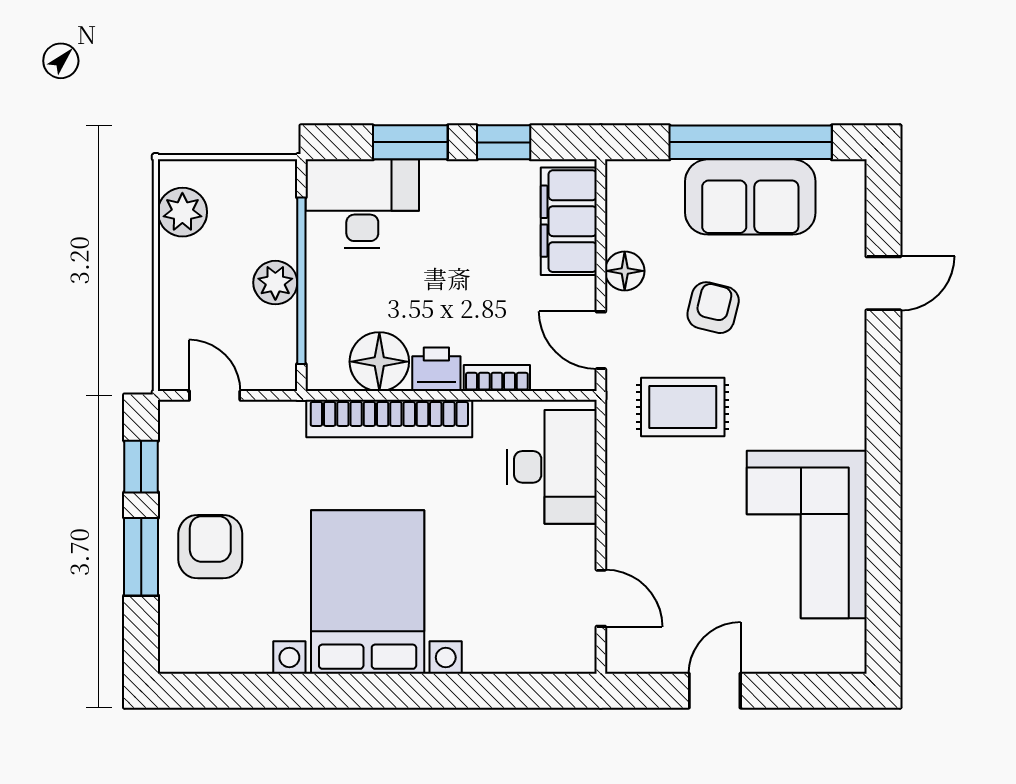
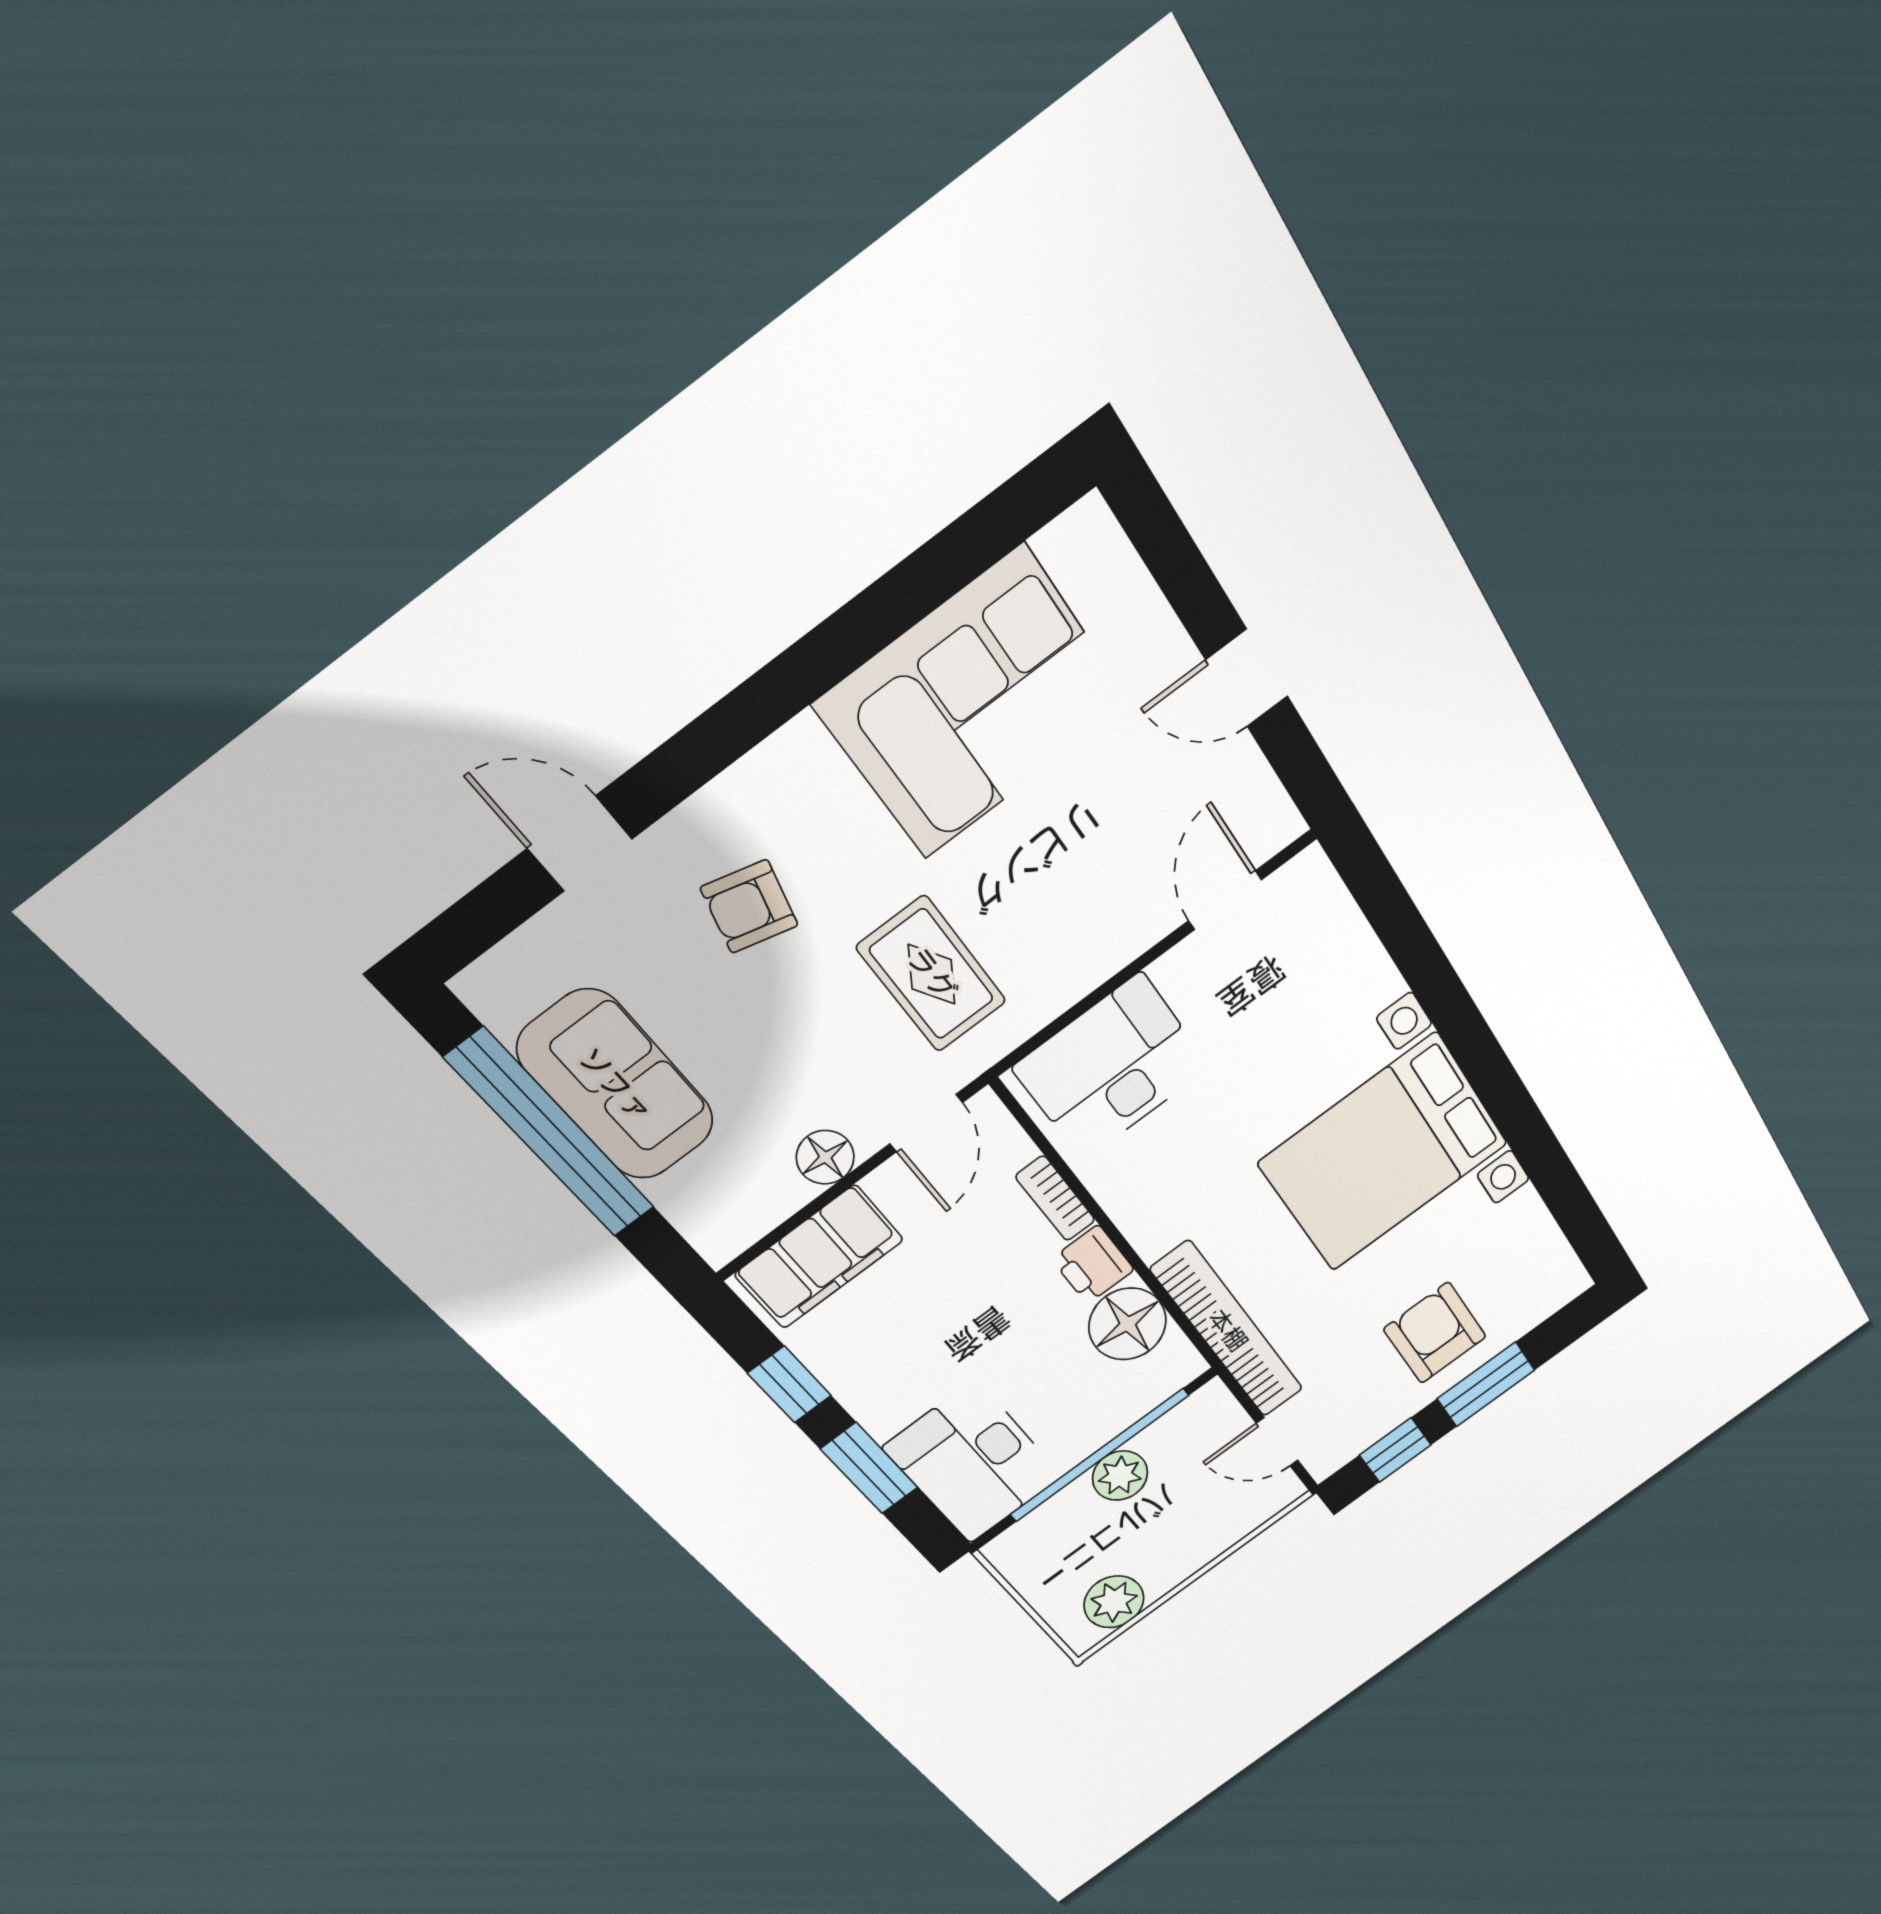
armchair: (713, 308) -> (749, 907), moved
door: (215, 395) -> (1277, 1442), hinge flipped
bookcase: (389, 418) -> (1228, 1330), moved
armchair: (210, 547) -> (1435, 1333), turned 90

